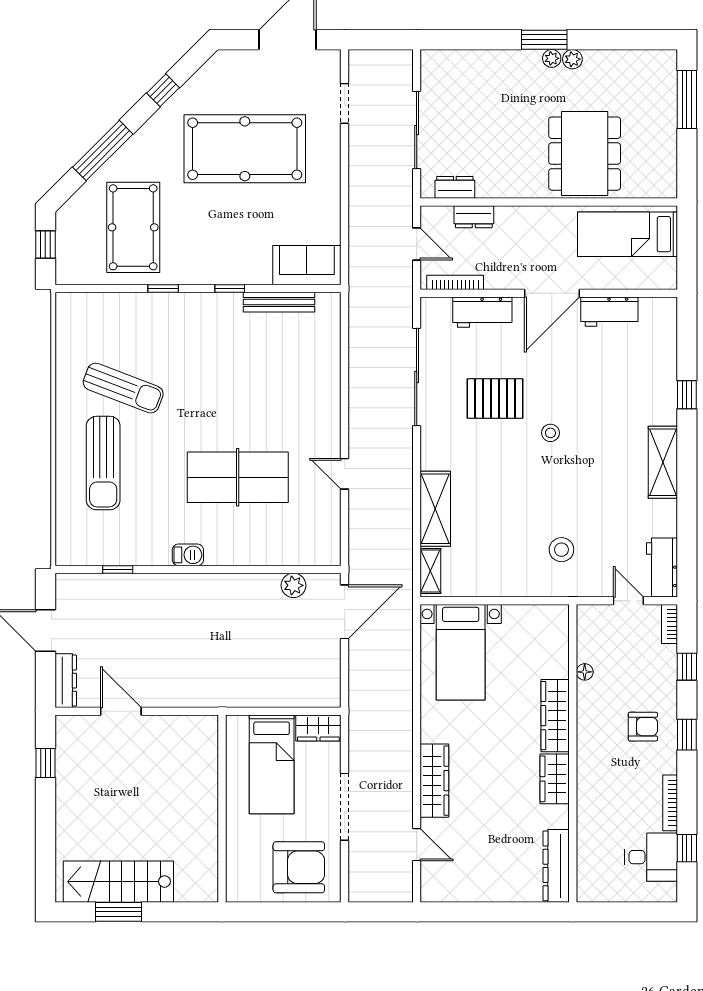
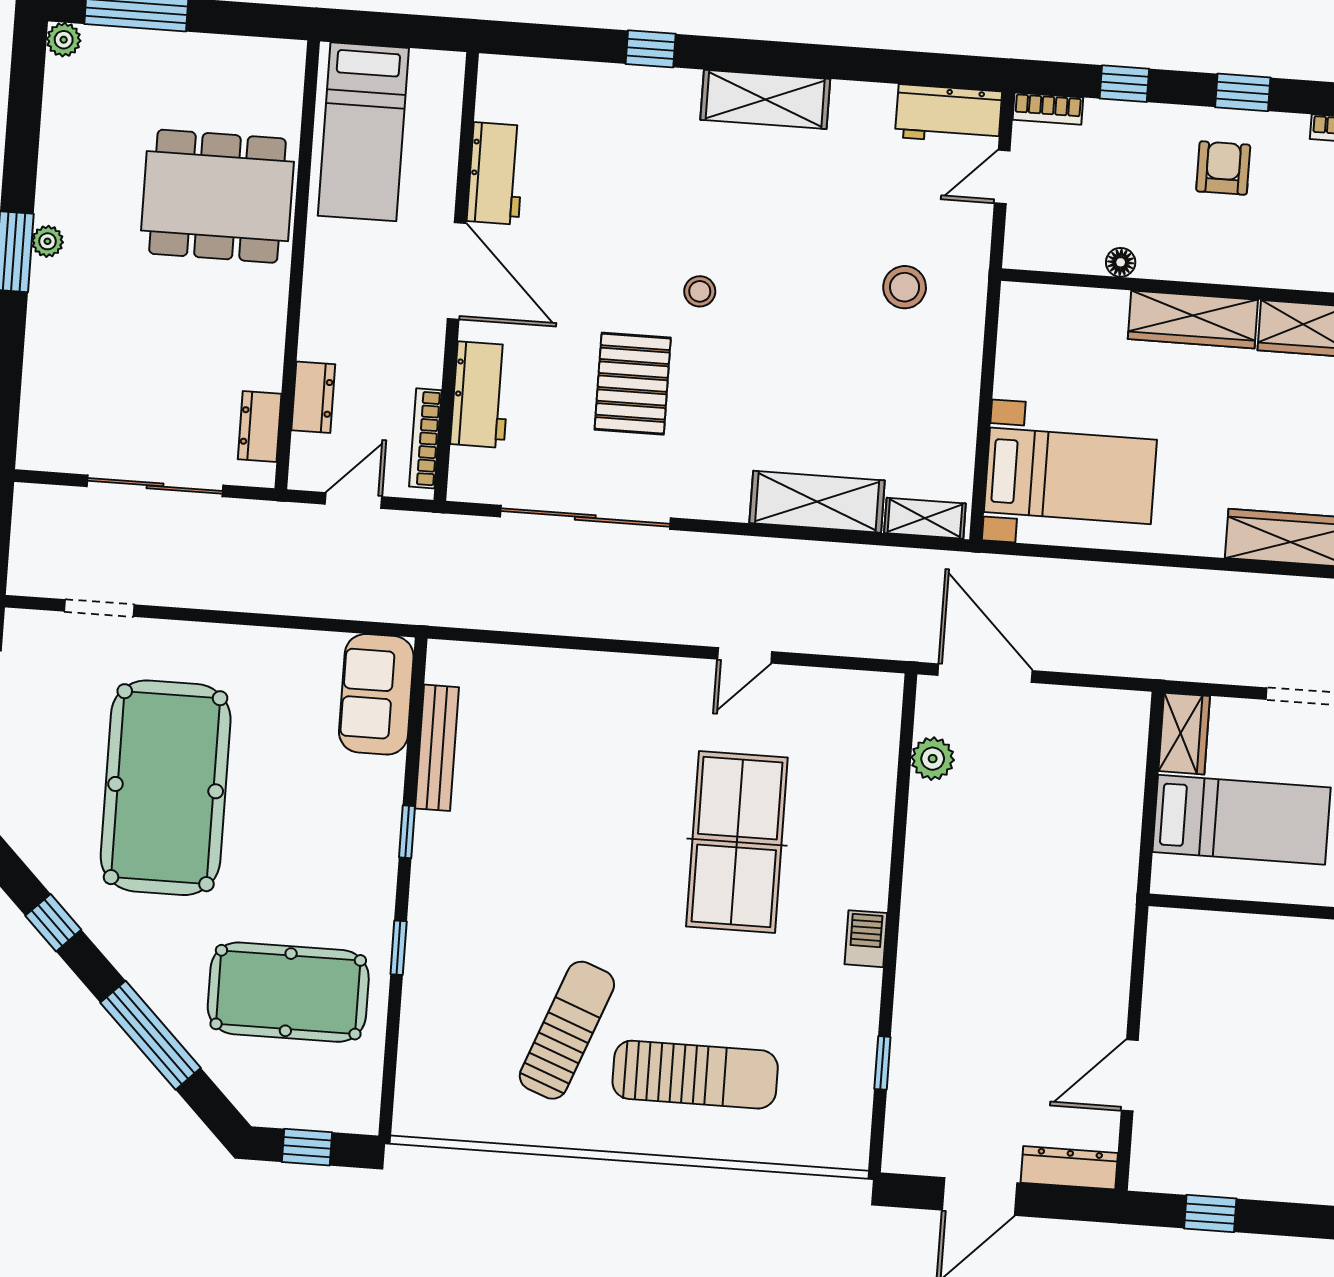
plant: (572, 59) -> (64, 40), moved

